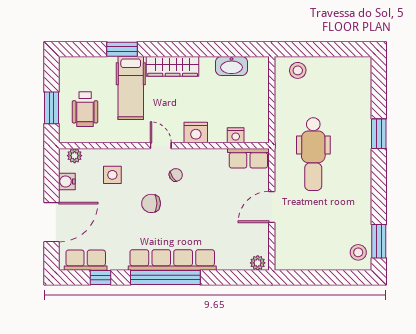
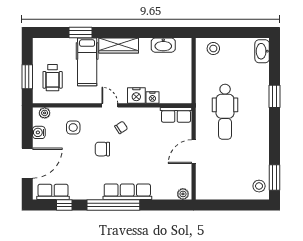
washbasin: (362, 74) -> (262, 51), added
nightstand: (236, 135) -> (152, 98), moved
row of seats: (172, 260) -> (127, 192), width x0.73

